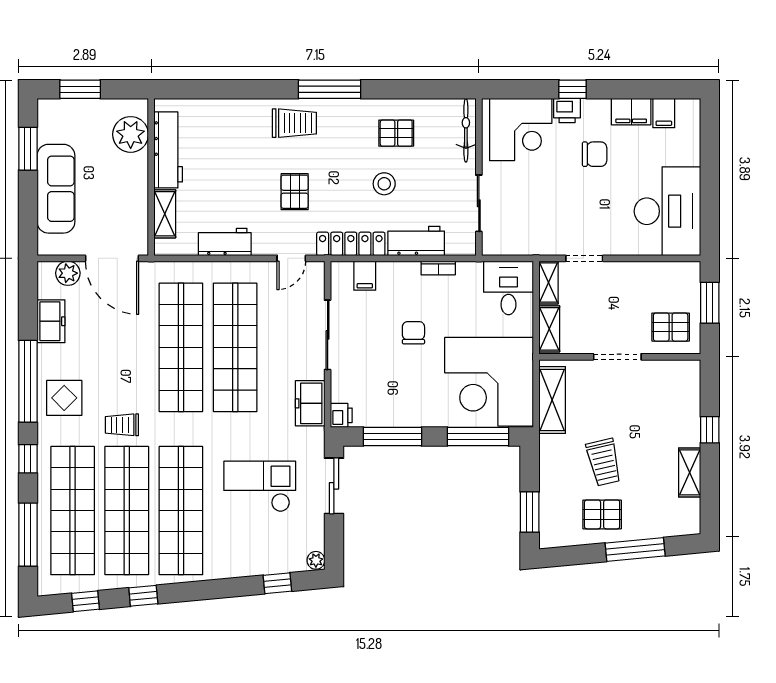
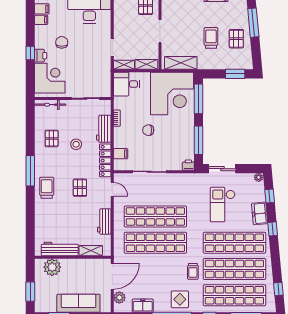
filing cabinet: (631, 112) -> (41, 20), width x0.50
pallet: (295, 192) -> (80, 188), turned 90
freezer: (310, 403) -> (260, 213), moved, turned 85
trolley: (604, 462) -> (211, 38), turned -77
window: (143, 596) -> (273, 229), moved

